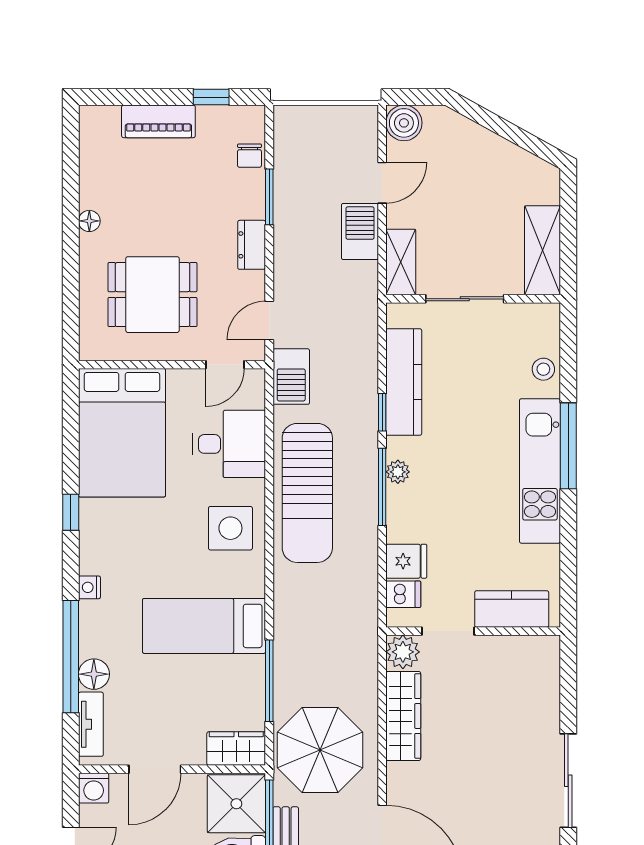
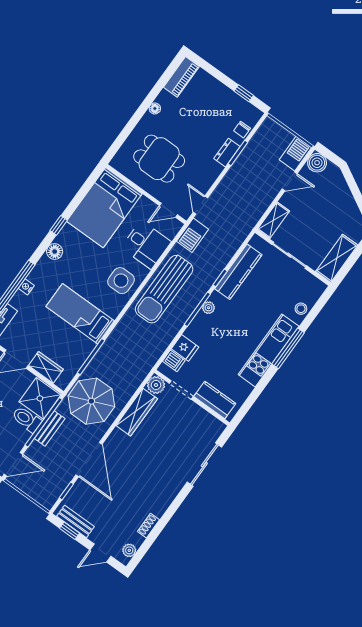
piano: (158, 121) -> (181, 77), moved, turned -90
barbecue: (360, 231) -> (295, 154), moved
dresser: (252, 245) -> (227, 153), moved
door: (269, 321) -> (200, 205), hinge flipped
nightstand: (89, 587) -> (26, 287), moved
floor lamp: (94, 674) -> (55, 252), moved
wardrobe: (236, 749) -> (46, 367), moved
sliding door: (568, 781) -> (204, 465), moved

